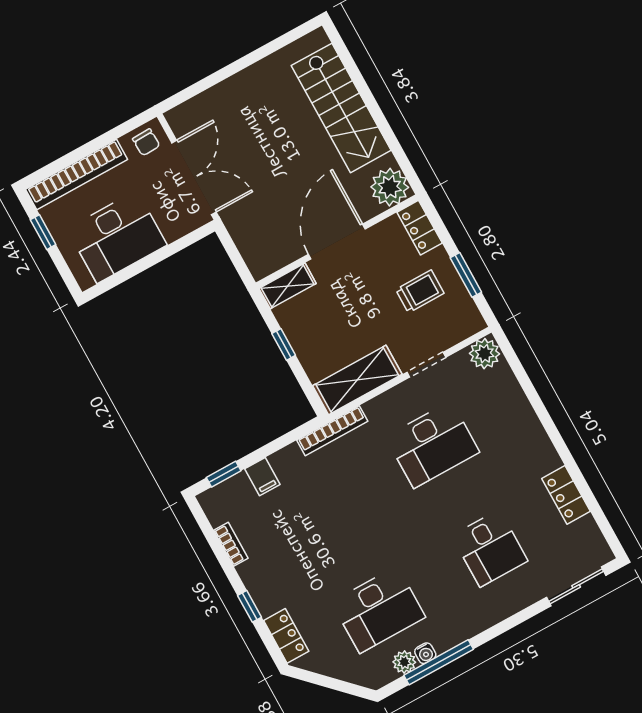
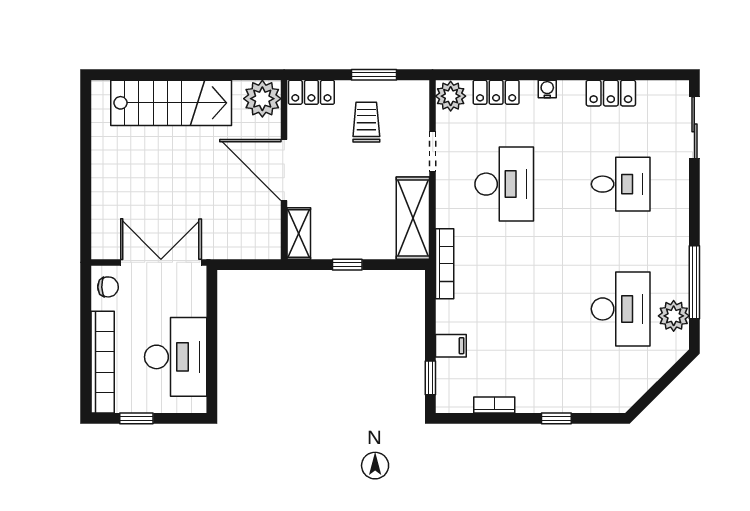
locker: (286, 636) -> (496, 92), moved, turned 180
water cooler: (425, 653) -> (547, 89), moved, turned -90
plant: (404, 662) -> (674, 316), width x1.38, depth x1.38

